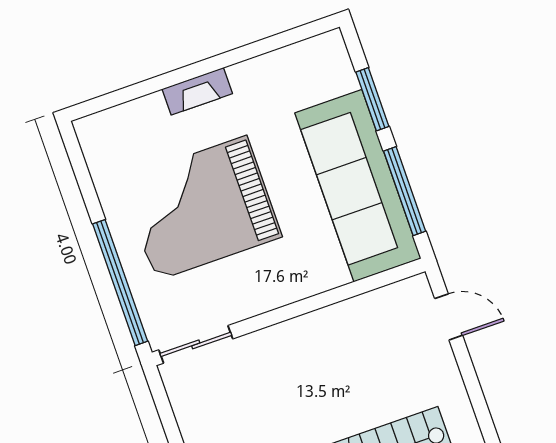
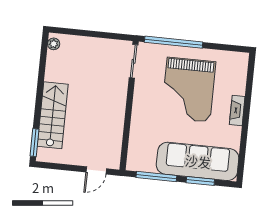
sofa: (358, 186) -> (198, 161), moved
grand piano: (201, 208) -> (189, 90), turned 180

